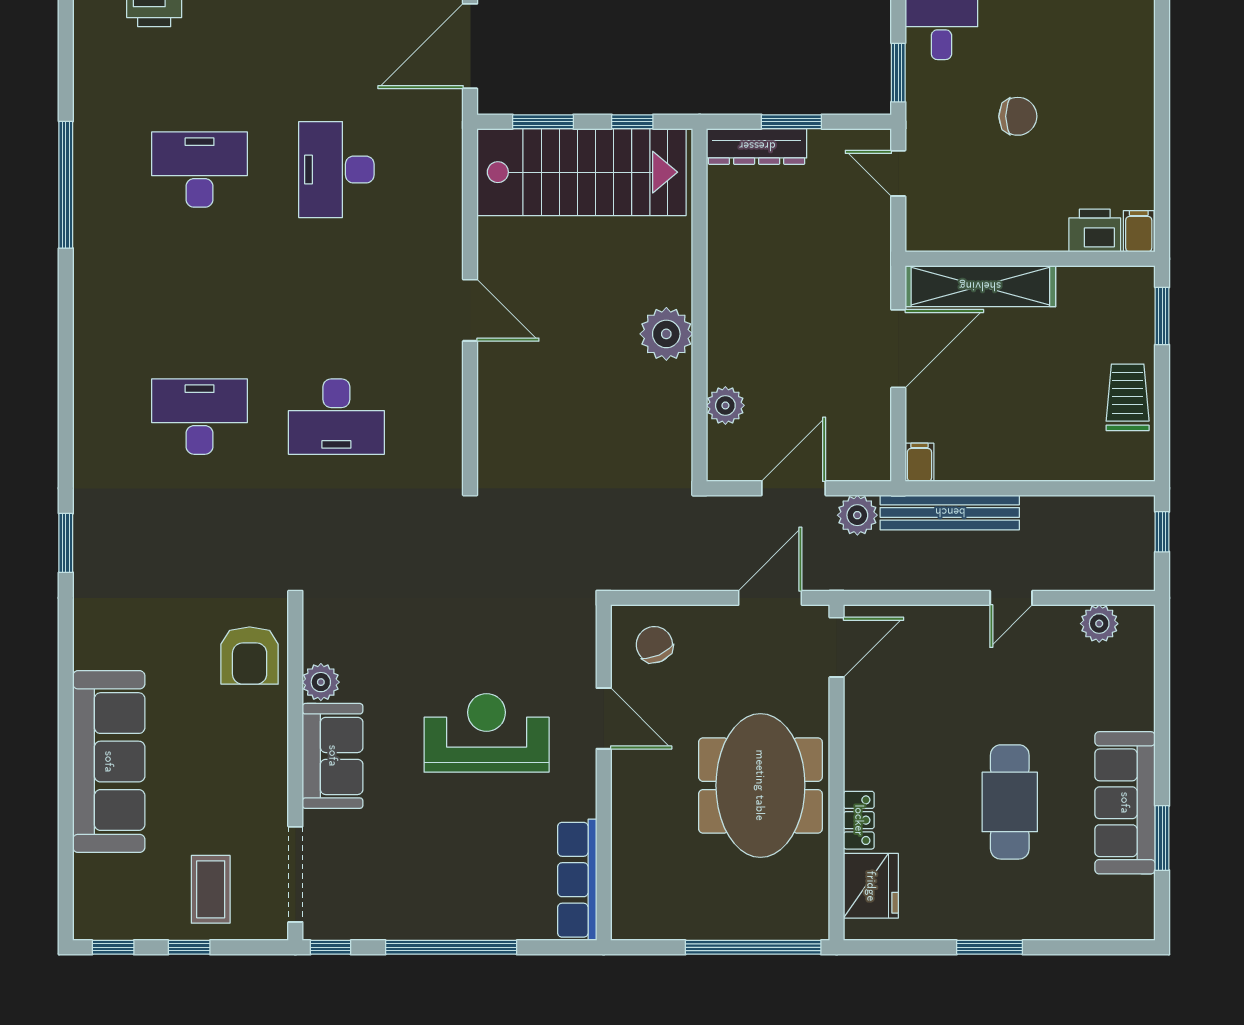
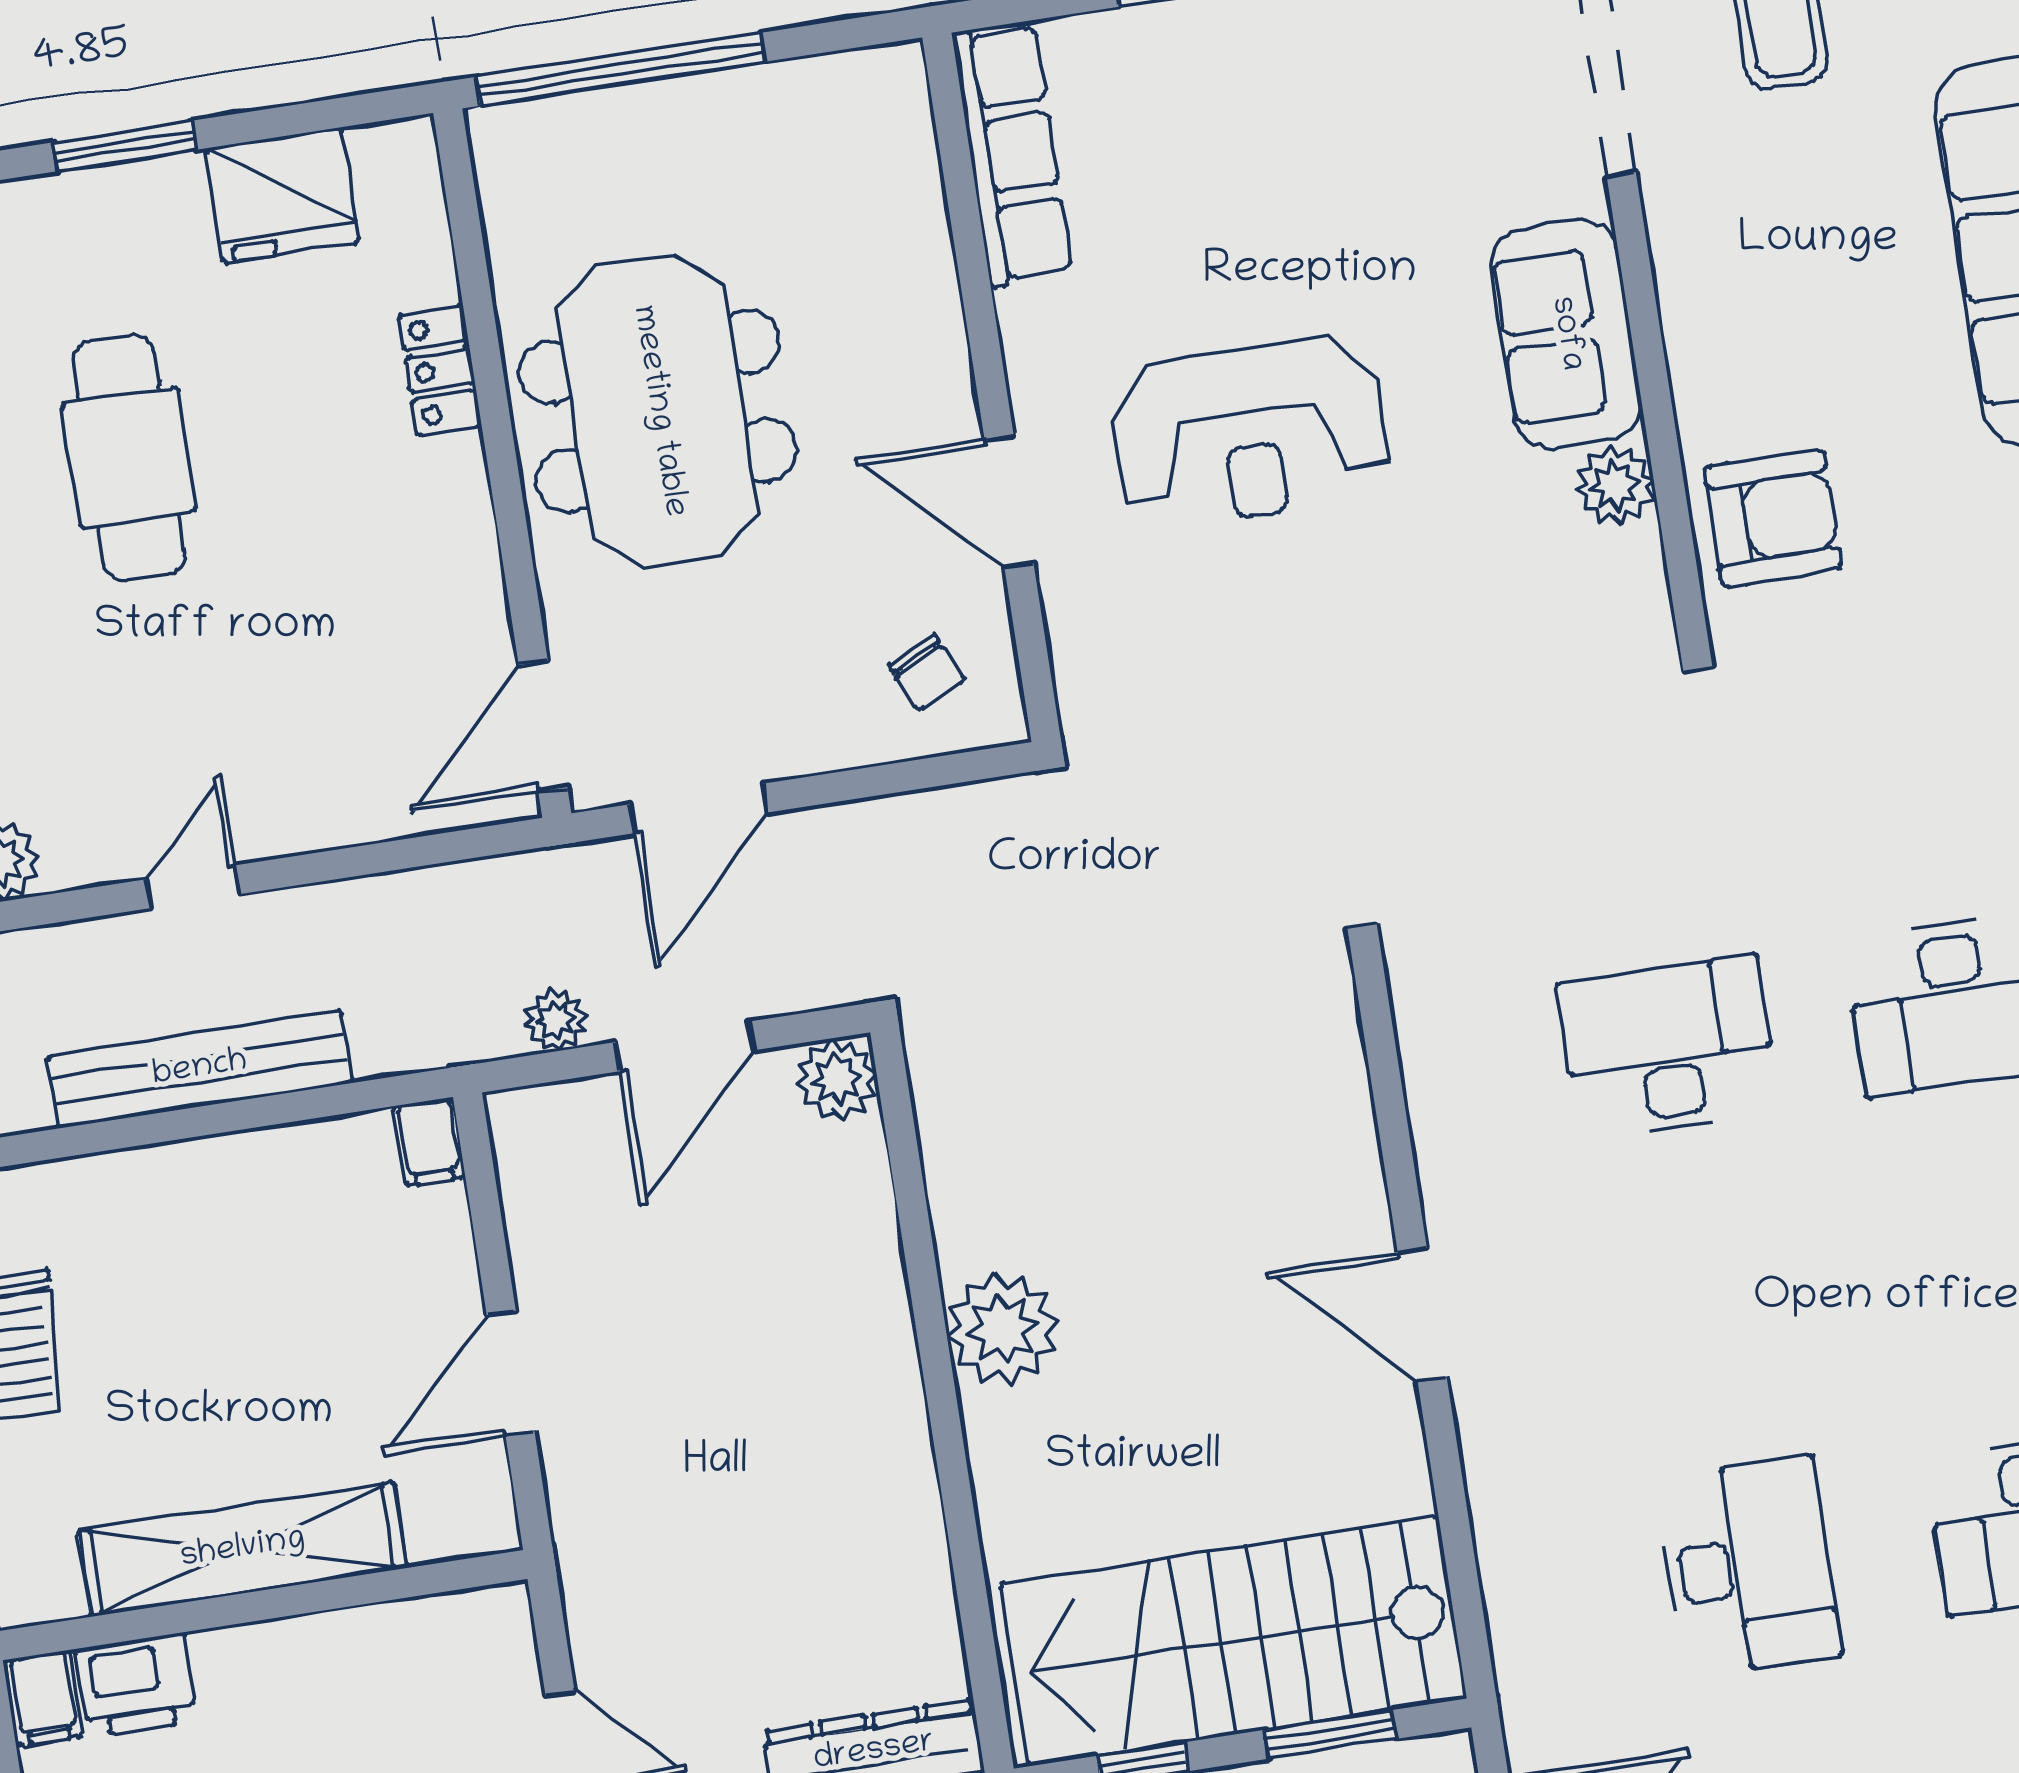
shelving: (980, 286) -> (243, 1549), moved
door: (898, 349) -> (511, 1373), width x0.73
plant: (725, 405) -> (837, 1079), moved
bench: (950, 512) -> (200, 1069), moved
plant: (857, 515) -> (556, 1020), width x0.73, depth x0.73
chair: (654, 645) -> (927, 673), width x0.73, depth x0.73
armchair: (250, 656) -> (1773, 518), turned 90
fridge: (871, 886) -> (282, 195), moved, turned -90

